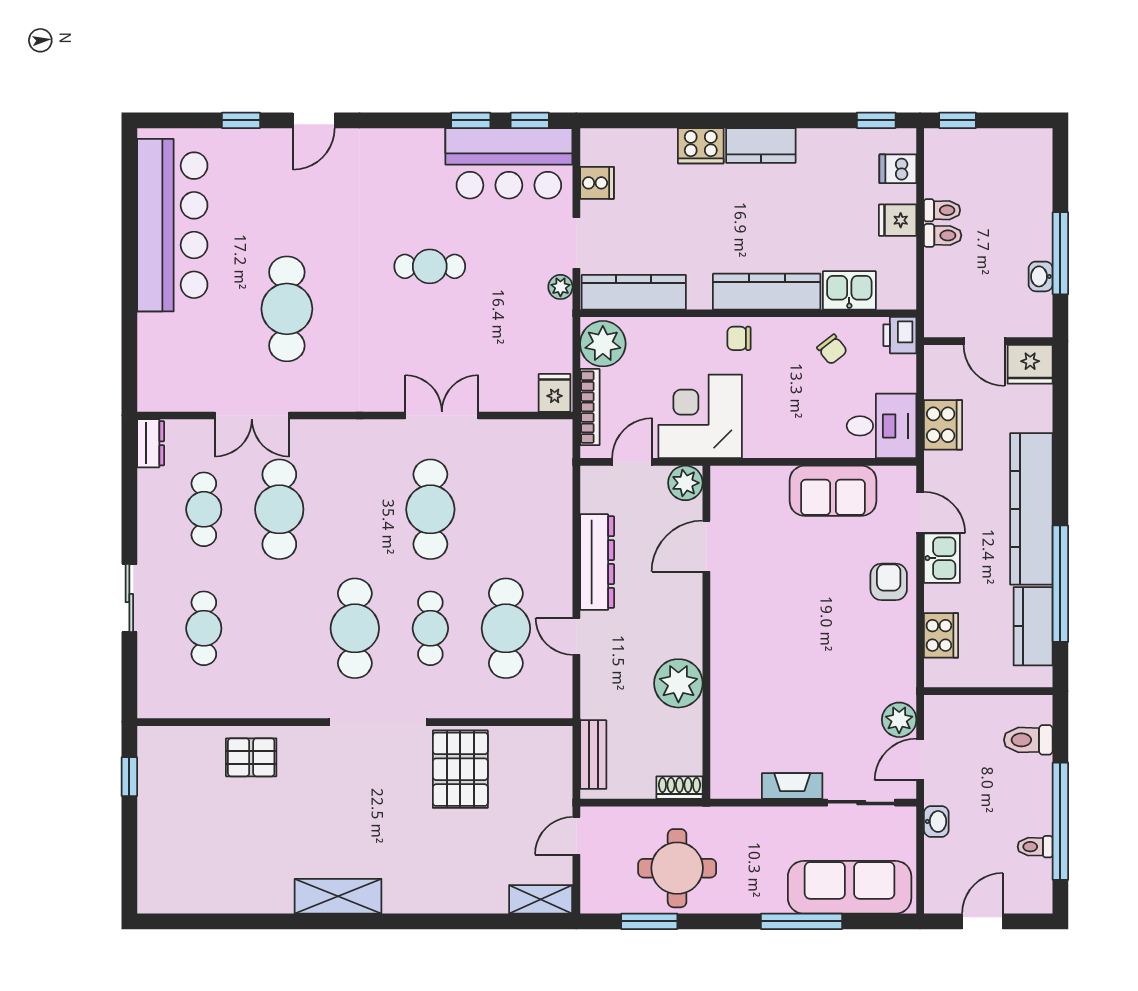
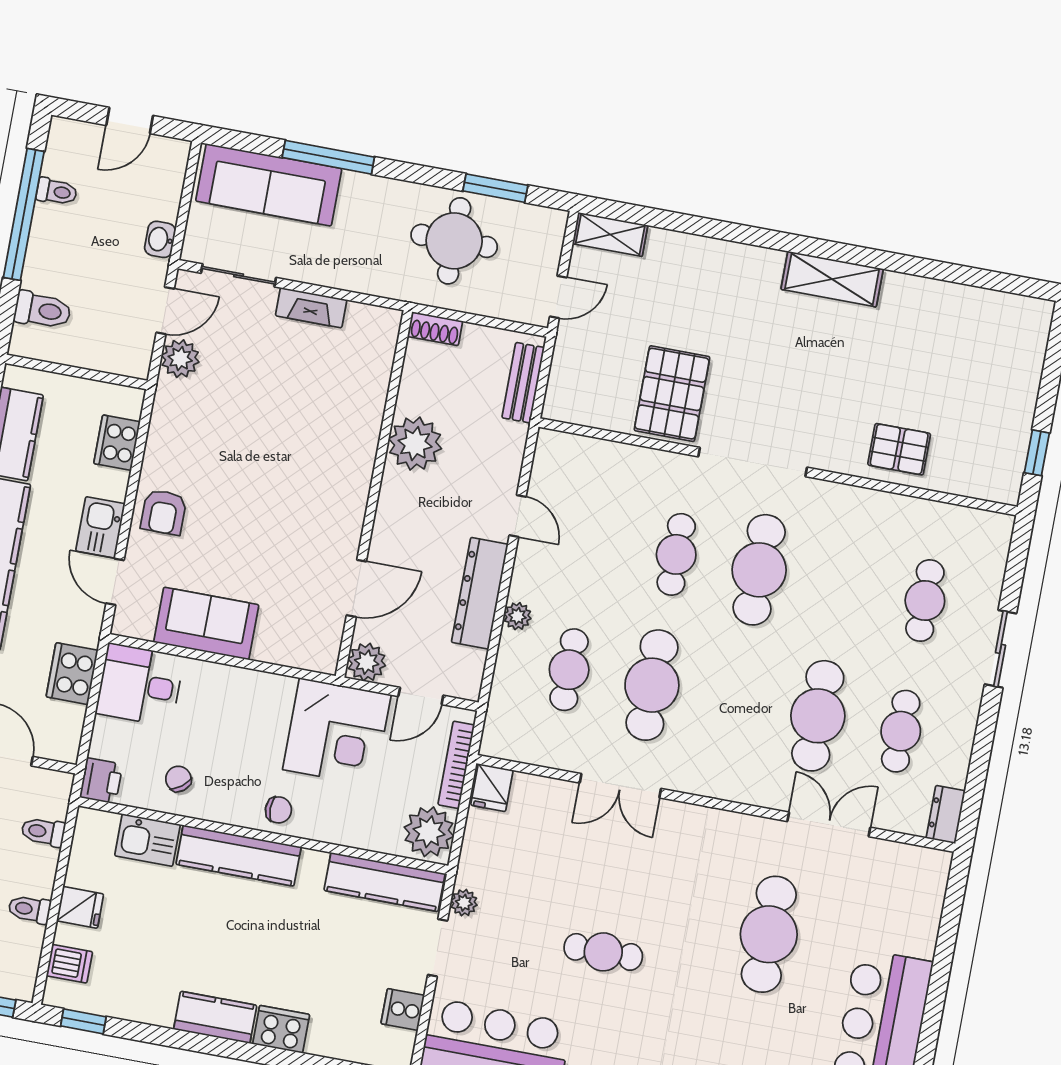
toilet: (943, 235) -> (43, 832), moved
plant: (560, 548) -> (517, 616), added
cafe table: (506, 628) -> (569, 670), moved, width x0.73, depth x0.74

